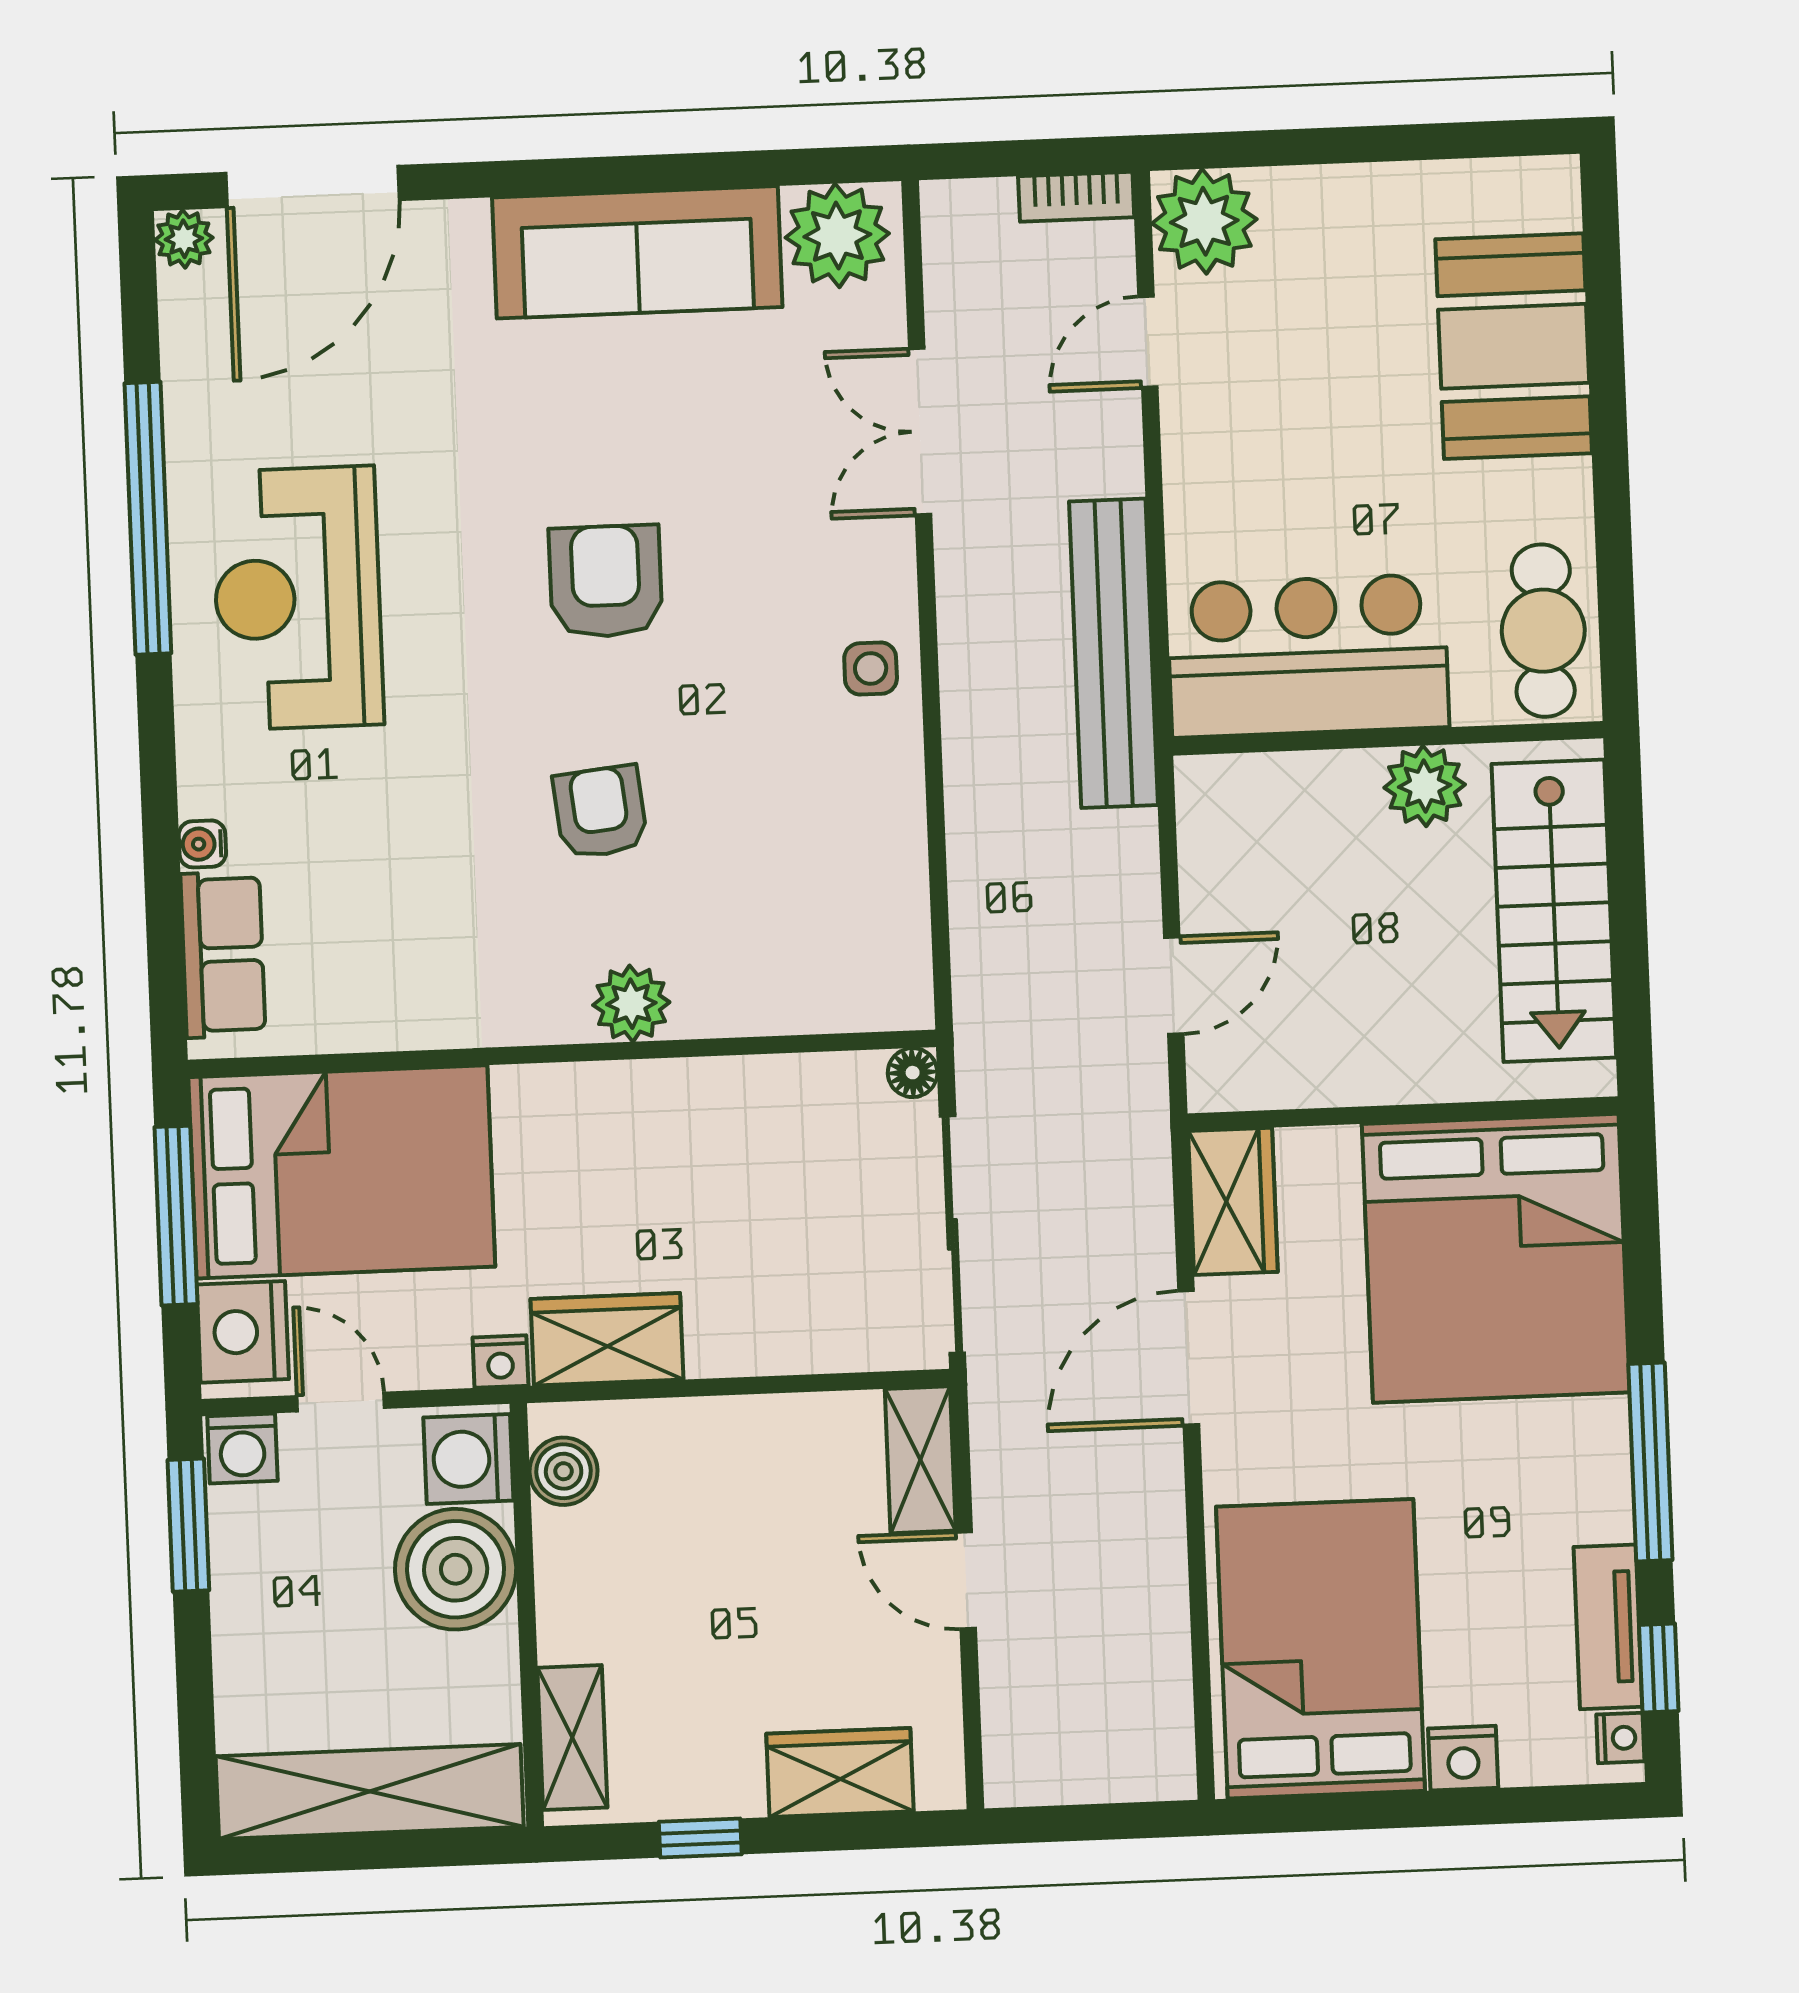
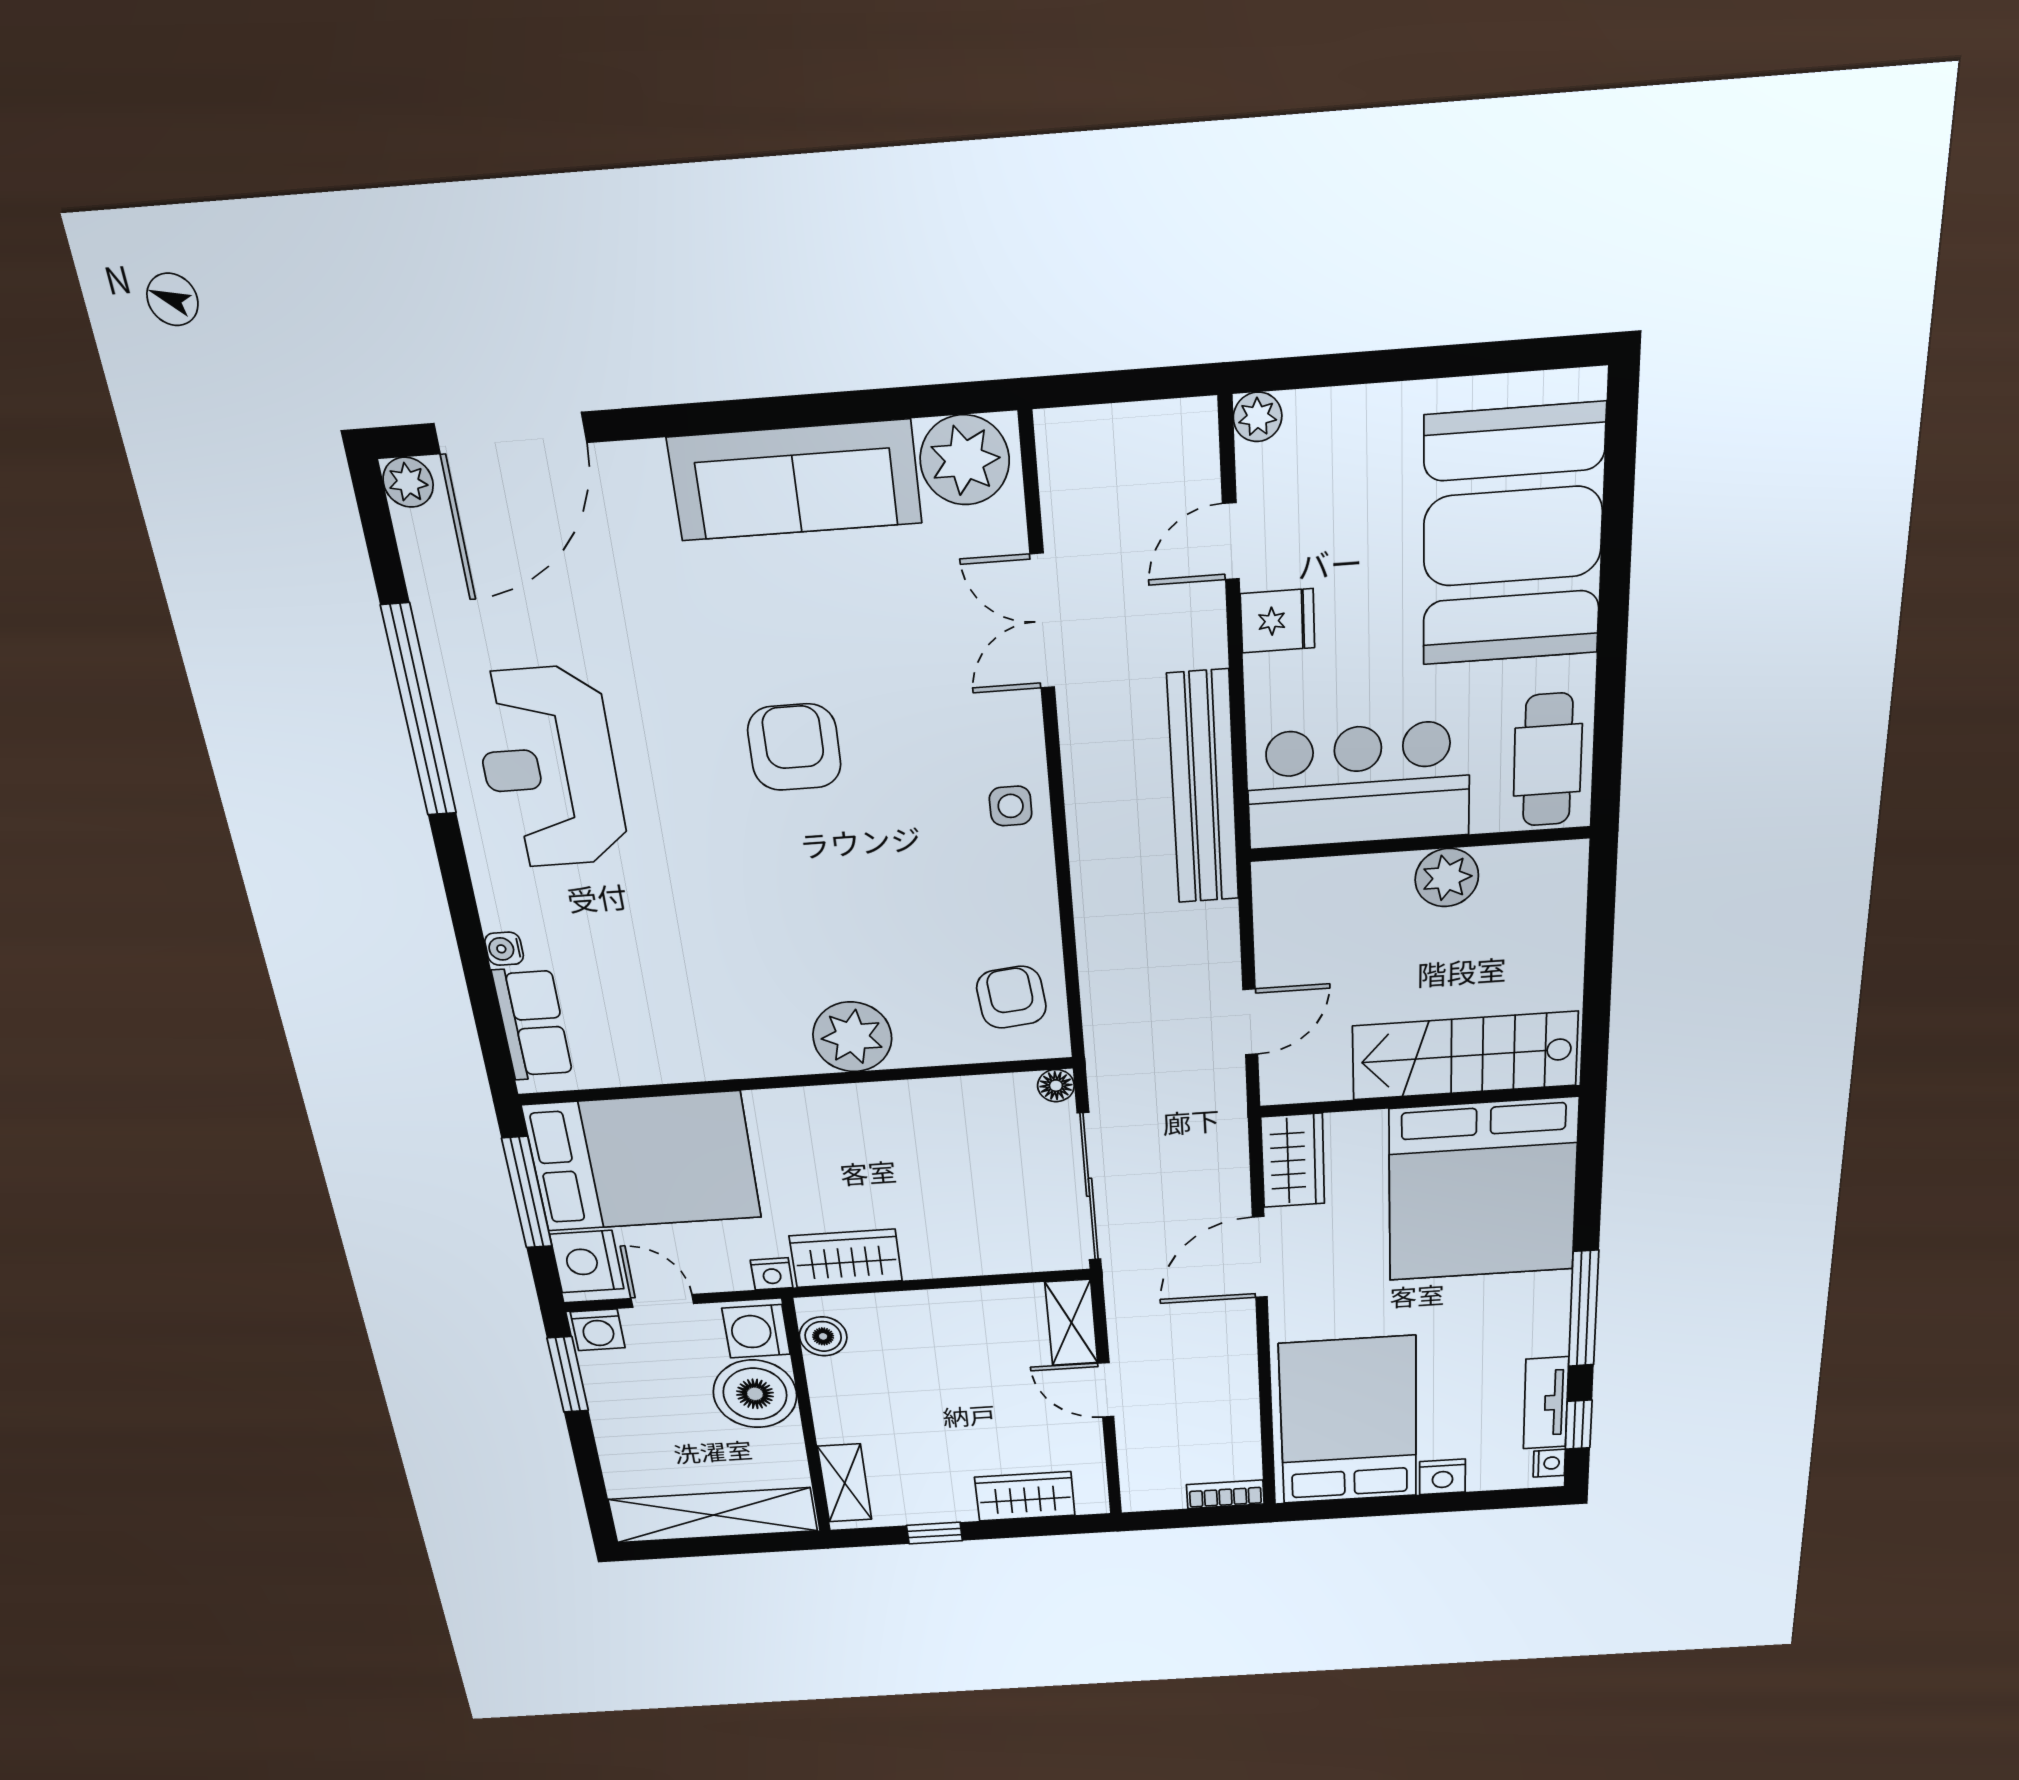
bookcase: (1076, 197) -> (1225, 1494), moved, turned 180
plant: (1204, 221) -> (1258, 417), width x0.53, depth x0.53
booth: (1514, 346) -> (1513, 536), width x1.36, depth x1.42
fridge: (1204, 441) -> (1278, 621), added
armchair: (600, 812) -> (1011, 997), moved
stairs: (1554, 911) -> (1465, 1056), moved, turned 90
plant: (631, 1004) -> (852, 1037), width x1.36, depth x1.36

